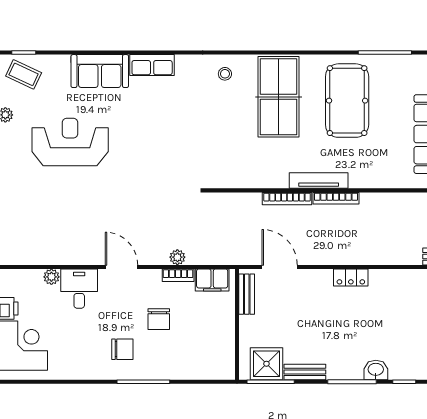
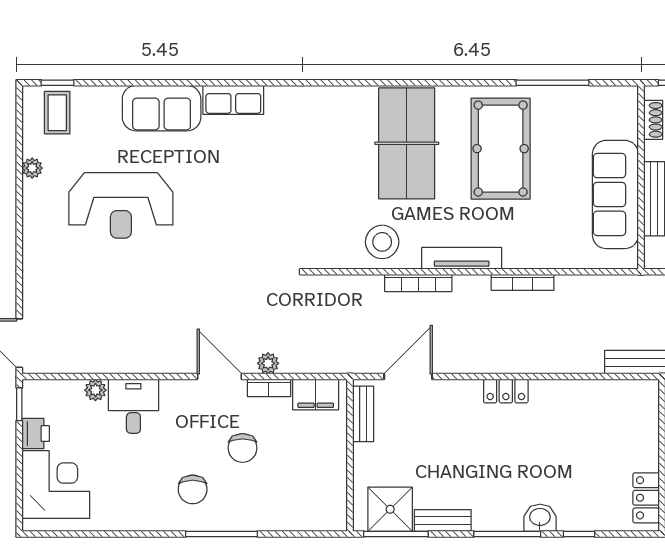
coffee table: (24, 74) -> (57, 113), turned 65
stool: (225, 74) -> (382, 242), moved, width x1.89, depth x1.89
reception desk: (70, 142) -> (121, 205), turned 180
bookcase: (336, 198) -> (523, 282), moved
door: (121, 267) -> (219, 377), moved
door: (280, 267) -> (408, 377), hinge flipped
chair: (122, 349) -> (193, 489), turned 90

